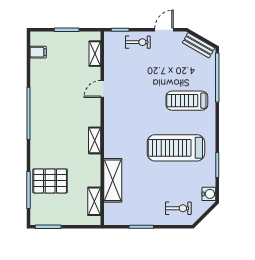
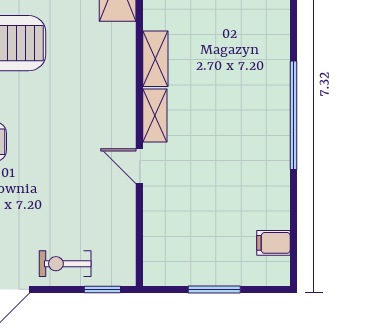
shelving: (95, 54) -> (155, 115), moved
door: (102, 89) -> (139, 166), swing flipped

